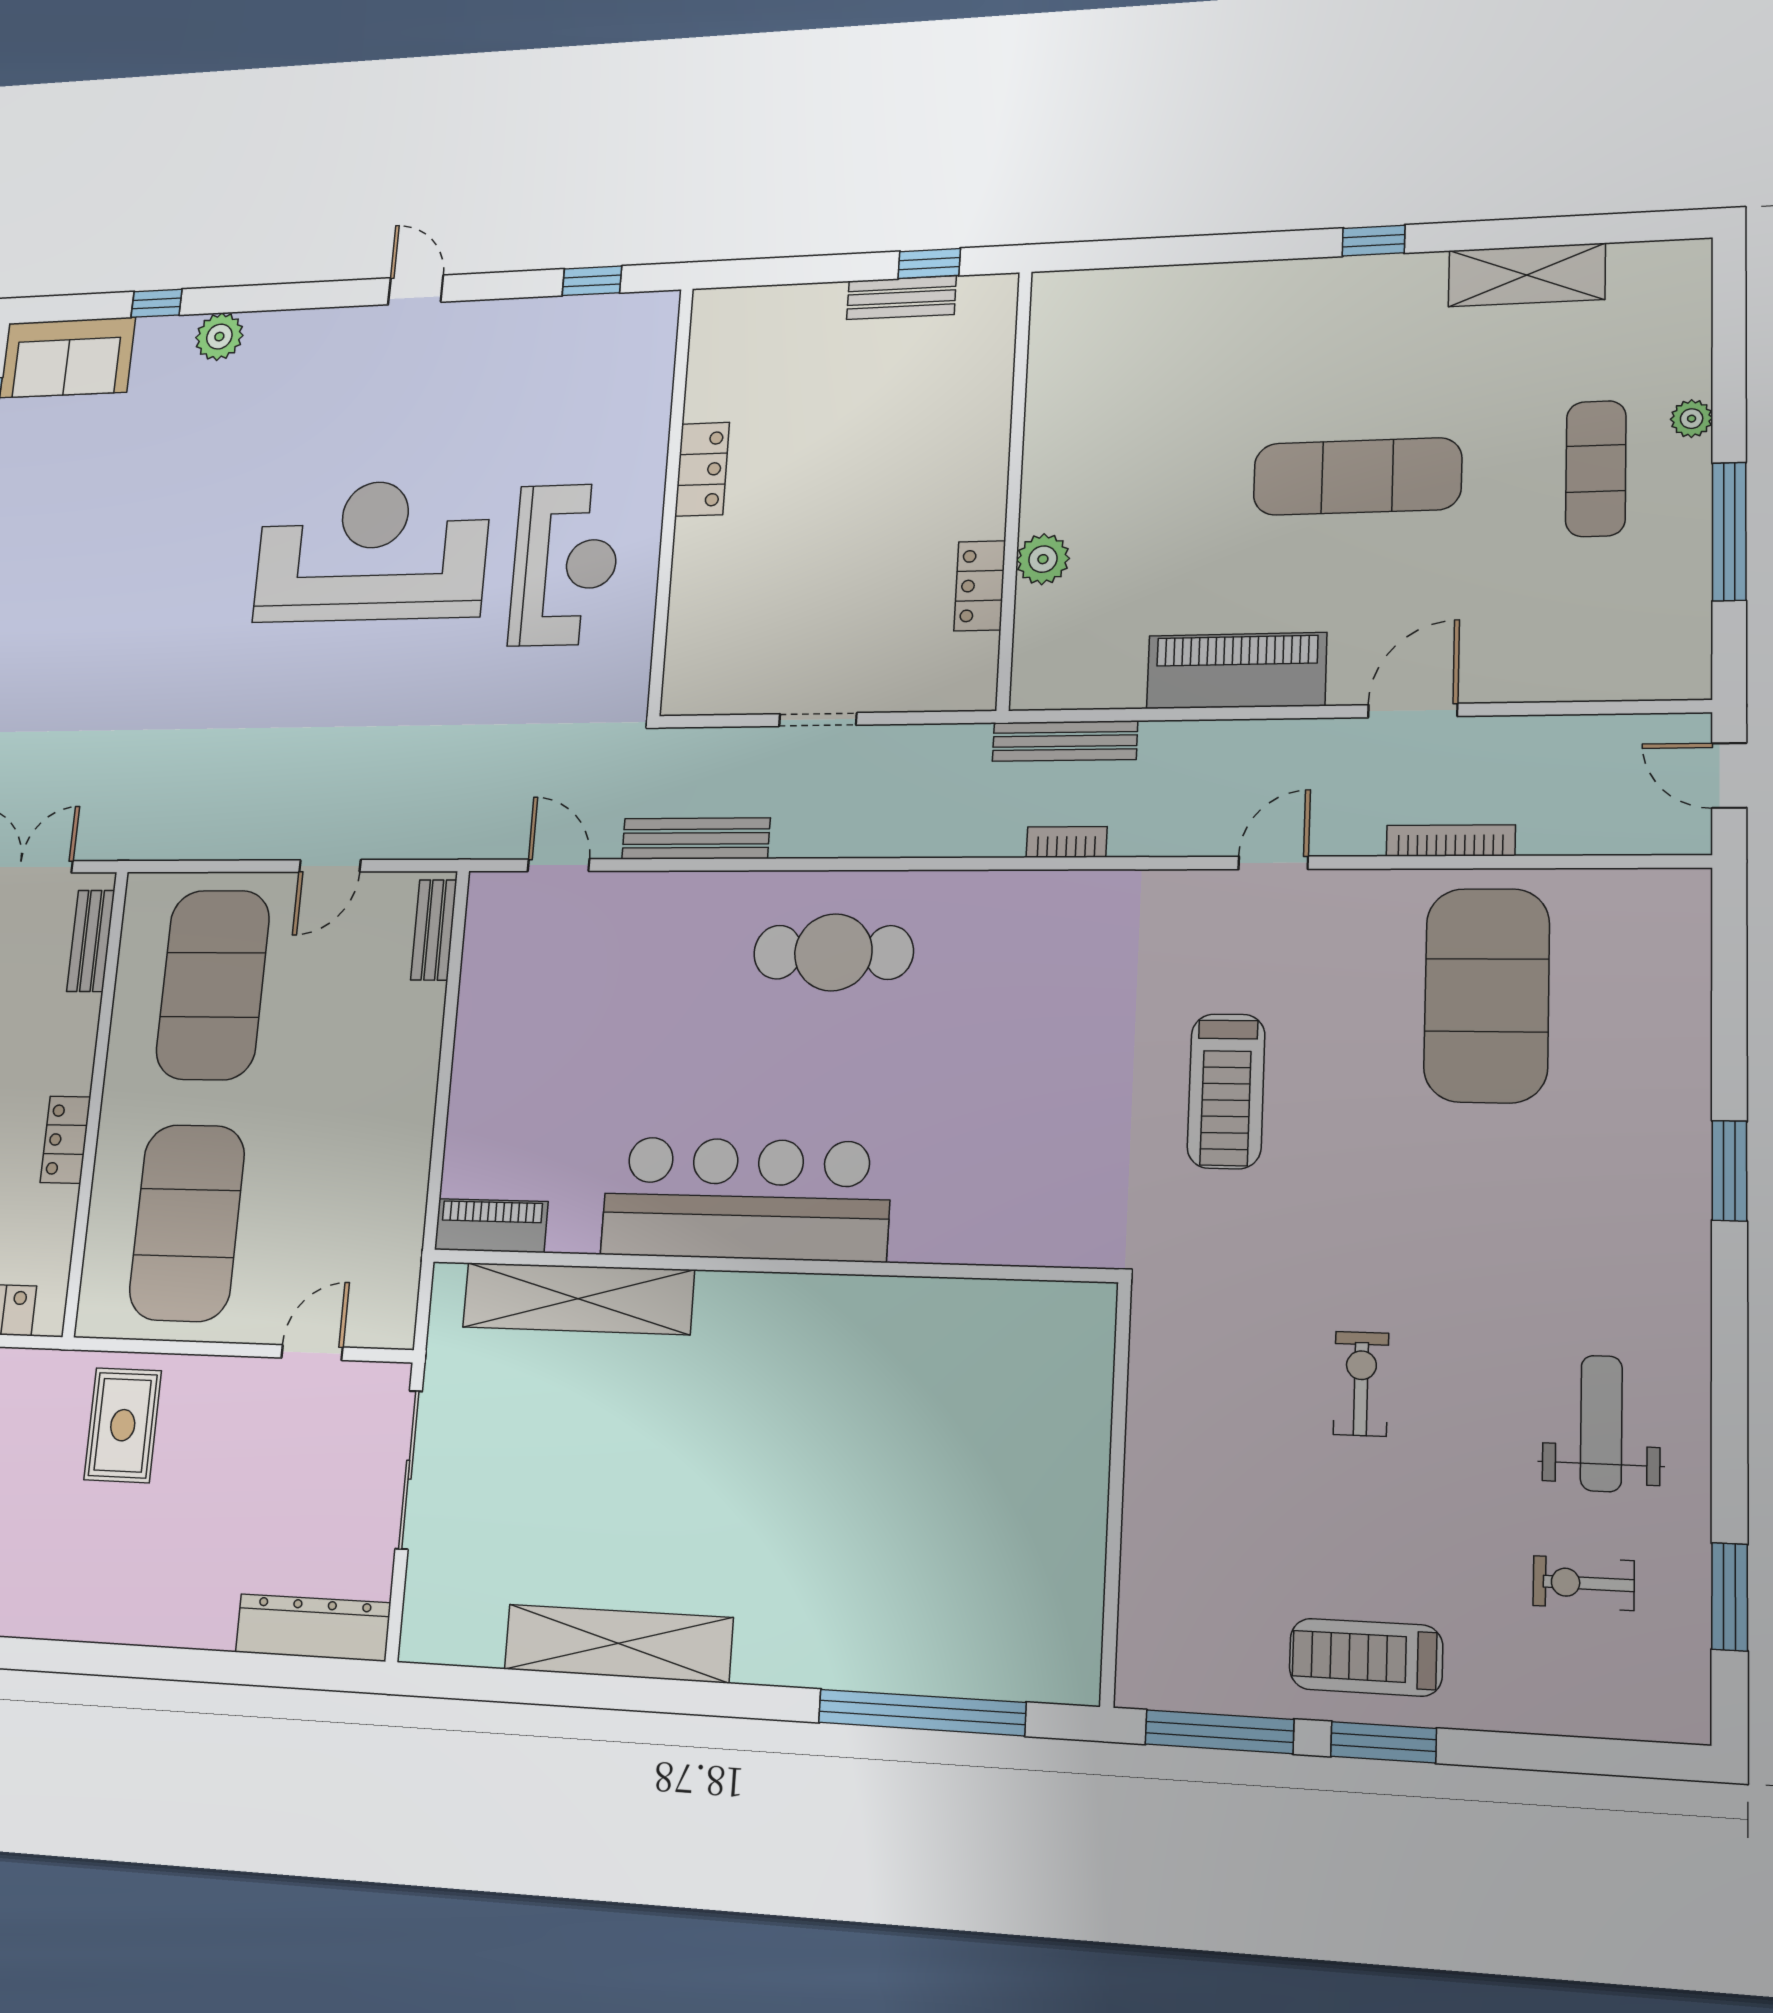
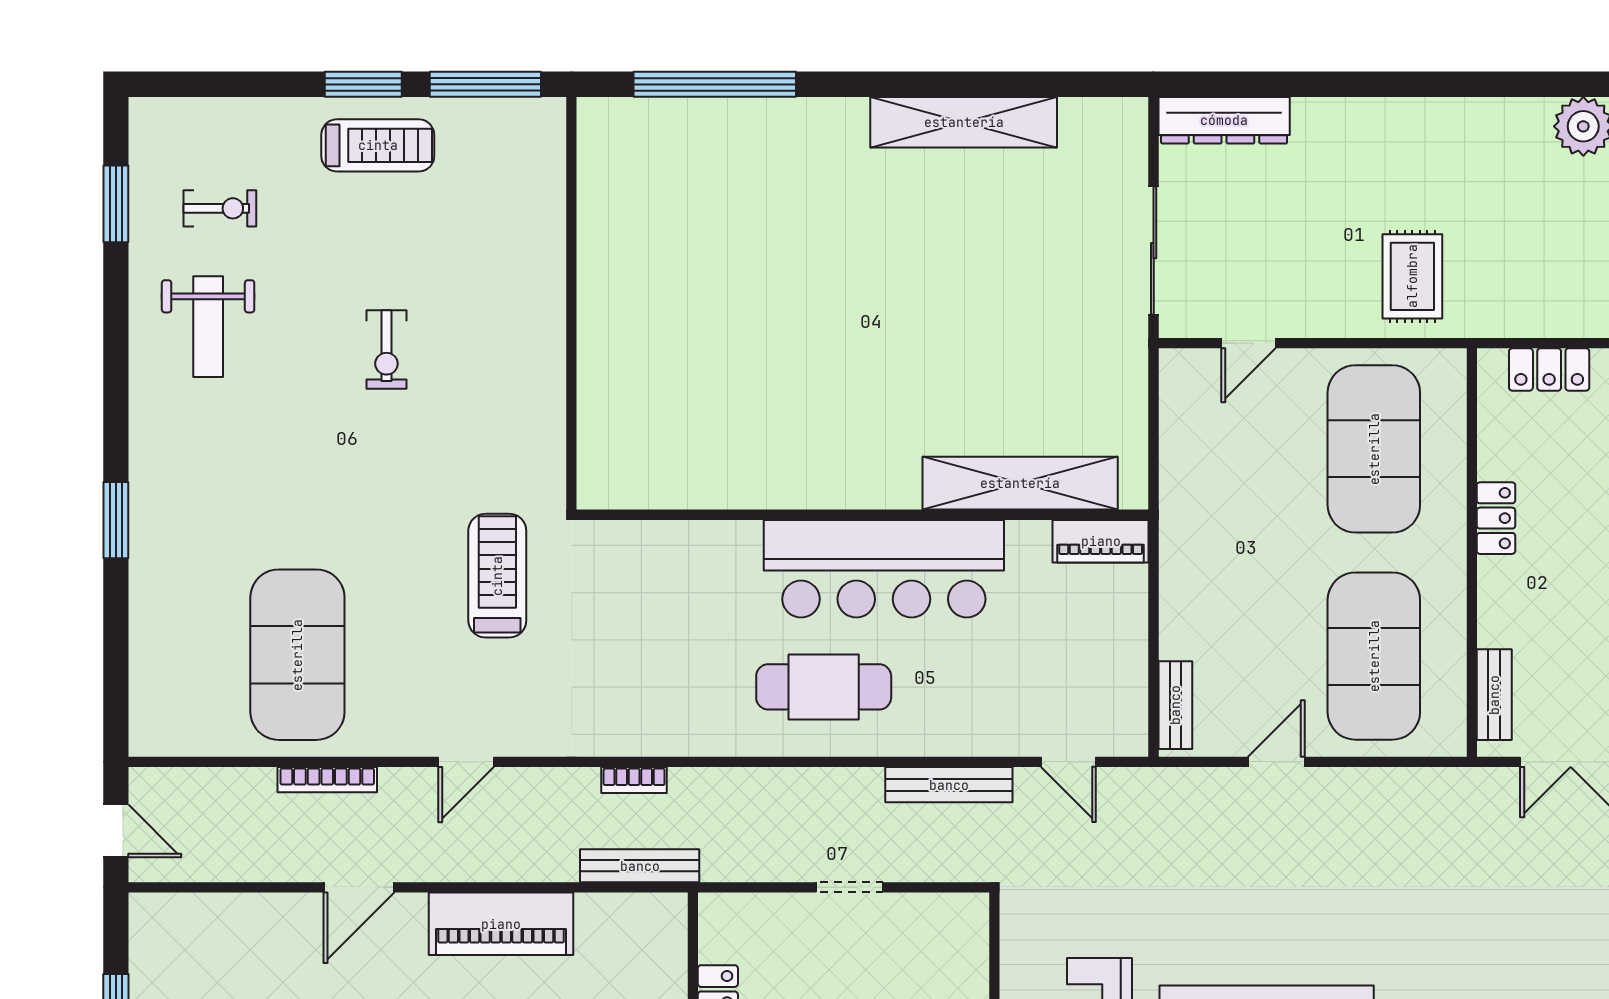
bar counter: (746, 1199) -> (884, 569), moved
piano: (491, 1226) -> (1101, 541), moved
wall: (767, 1266) -> (862, 515), moved
shelving: (578, 1299) -> (1020, 483), moved

